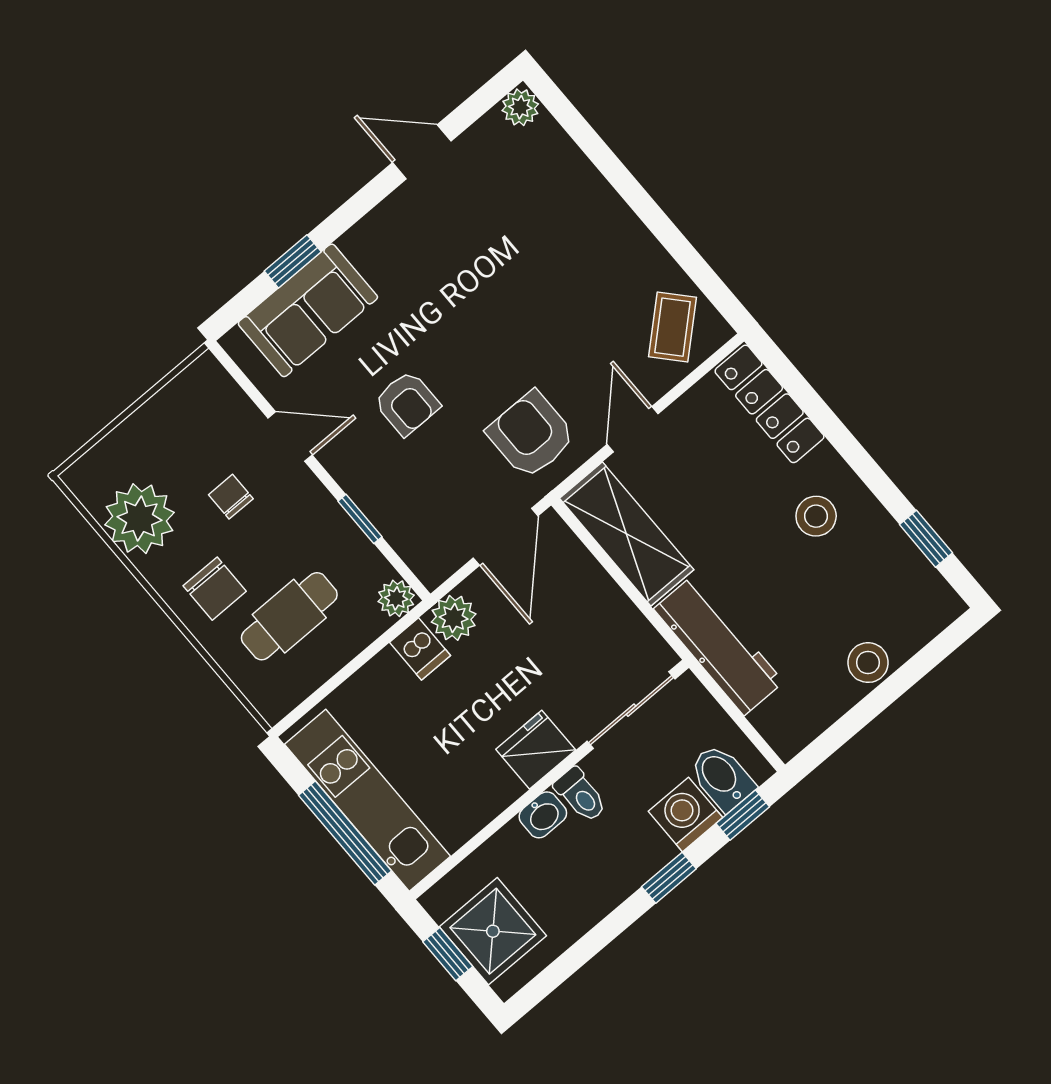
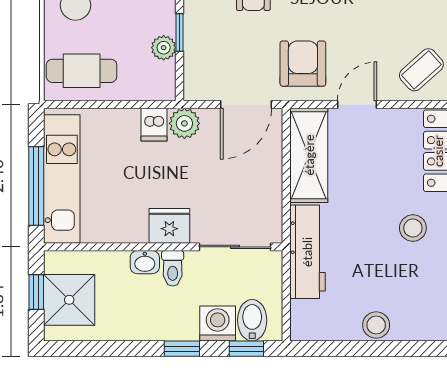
plant: (396, 598) -> (164, 48), moved
cafe table: (289, 616) -> (82, 71), moved

